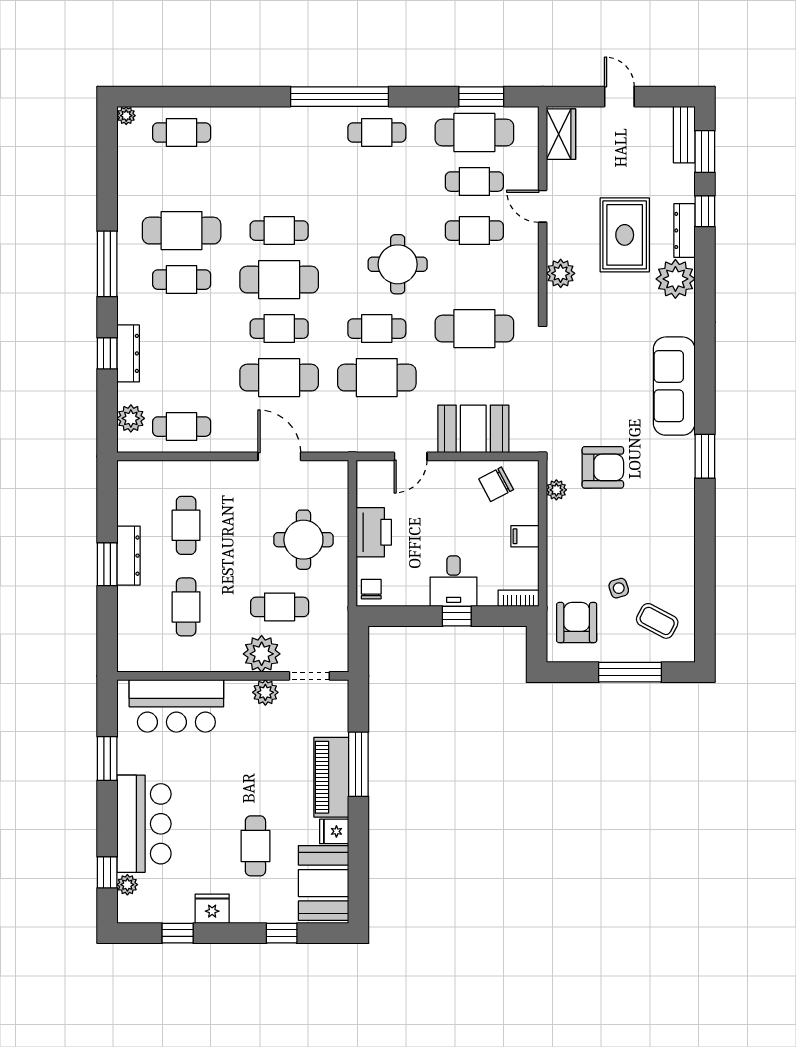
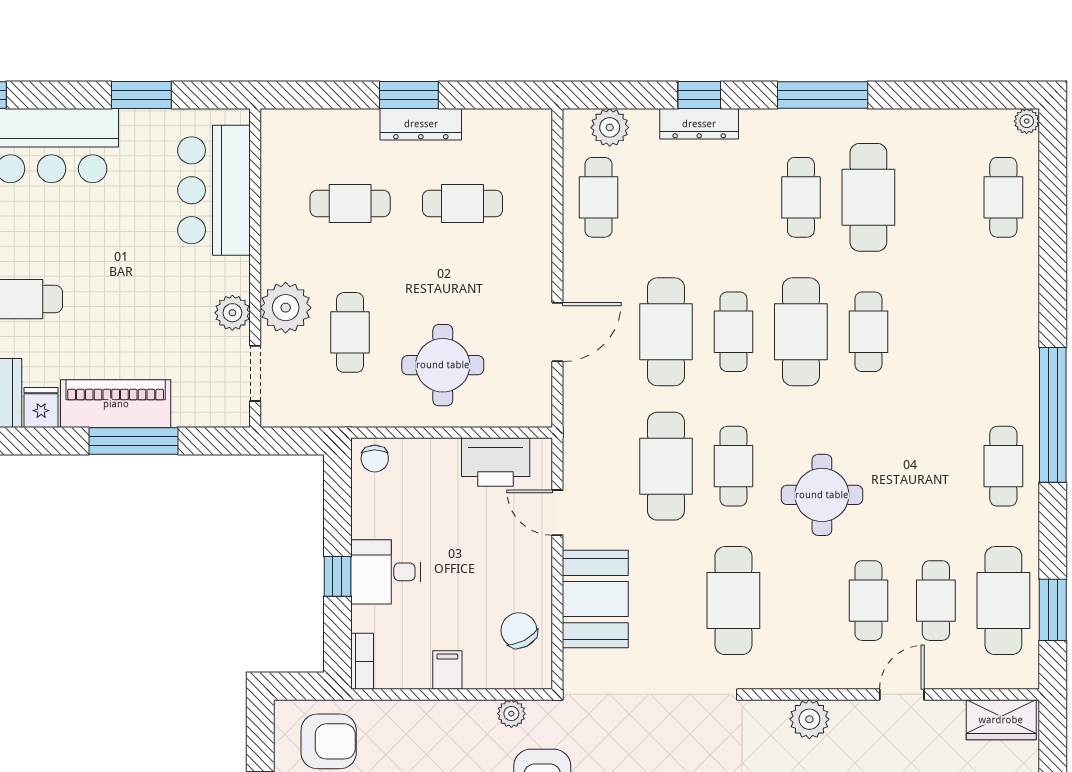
printer: (374, 532) -> (496, 462), moved
chair: (371, 589) -> (375, 459), turned 90

